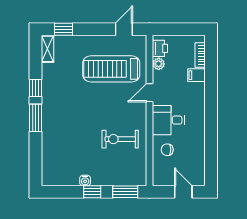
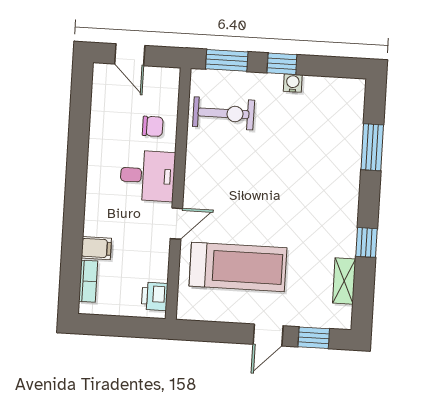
door: (124, 29) -> (268, 335), moved
shelving: (47, 49) -> (344, 281), moved
plant: (159, 64) -> (158, 271), removed
window: (35, 118) -> (372, 147), moved
exercise bike: (120, 139) -> (224, 113), moved

